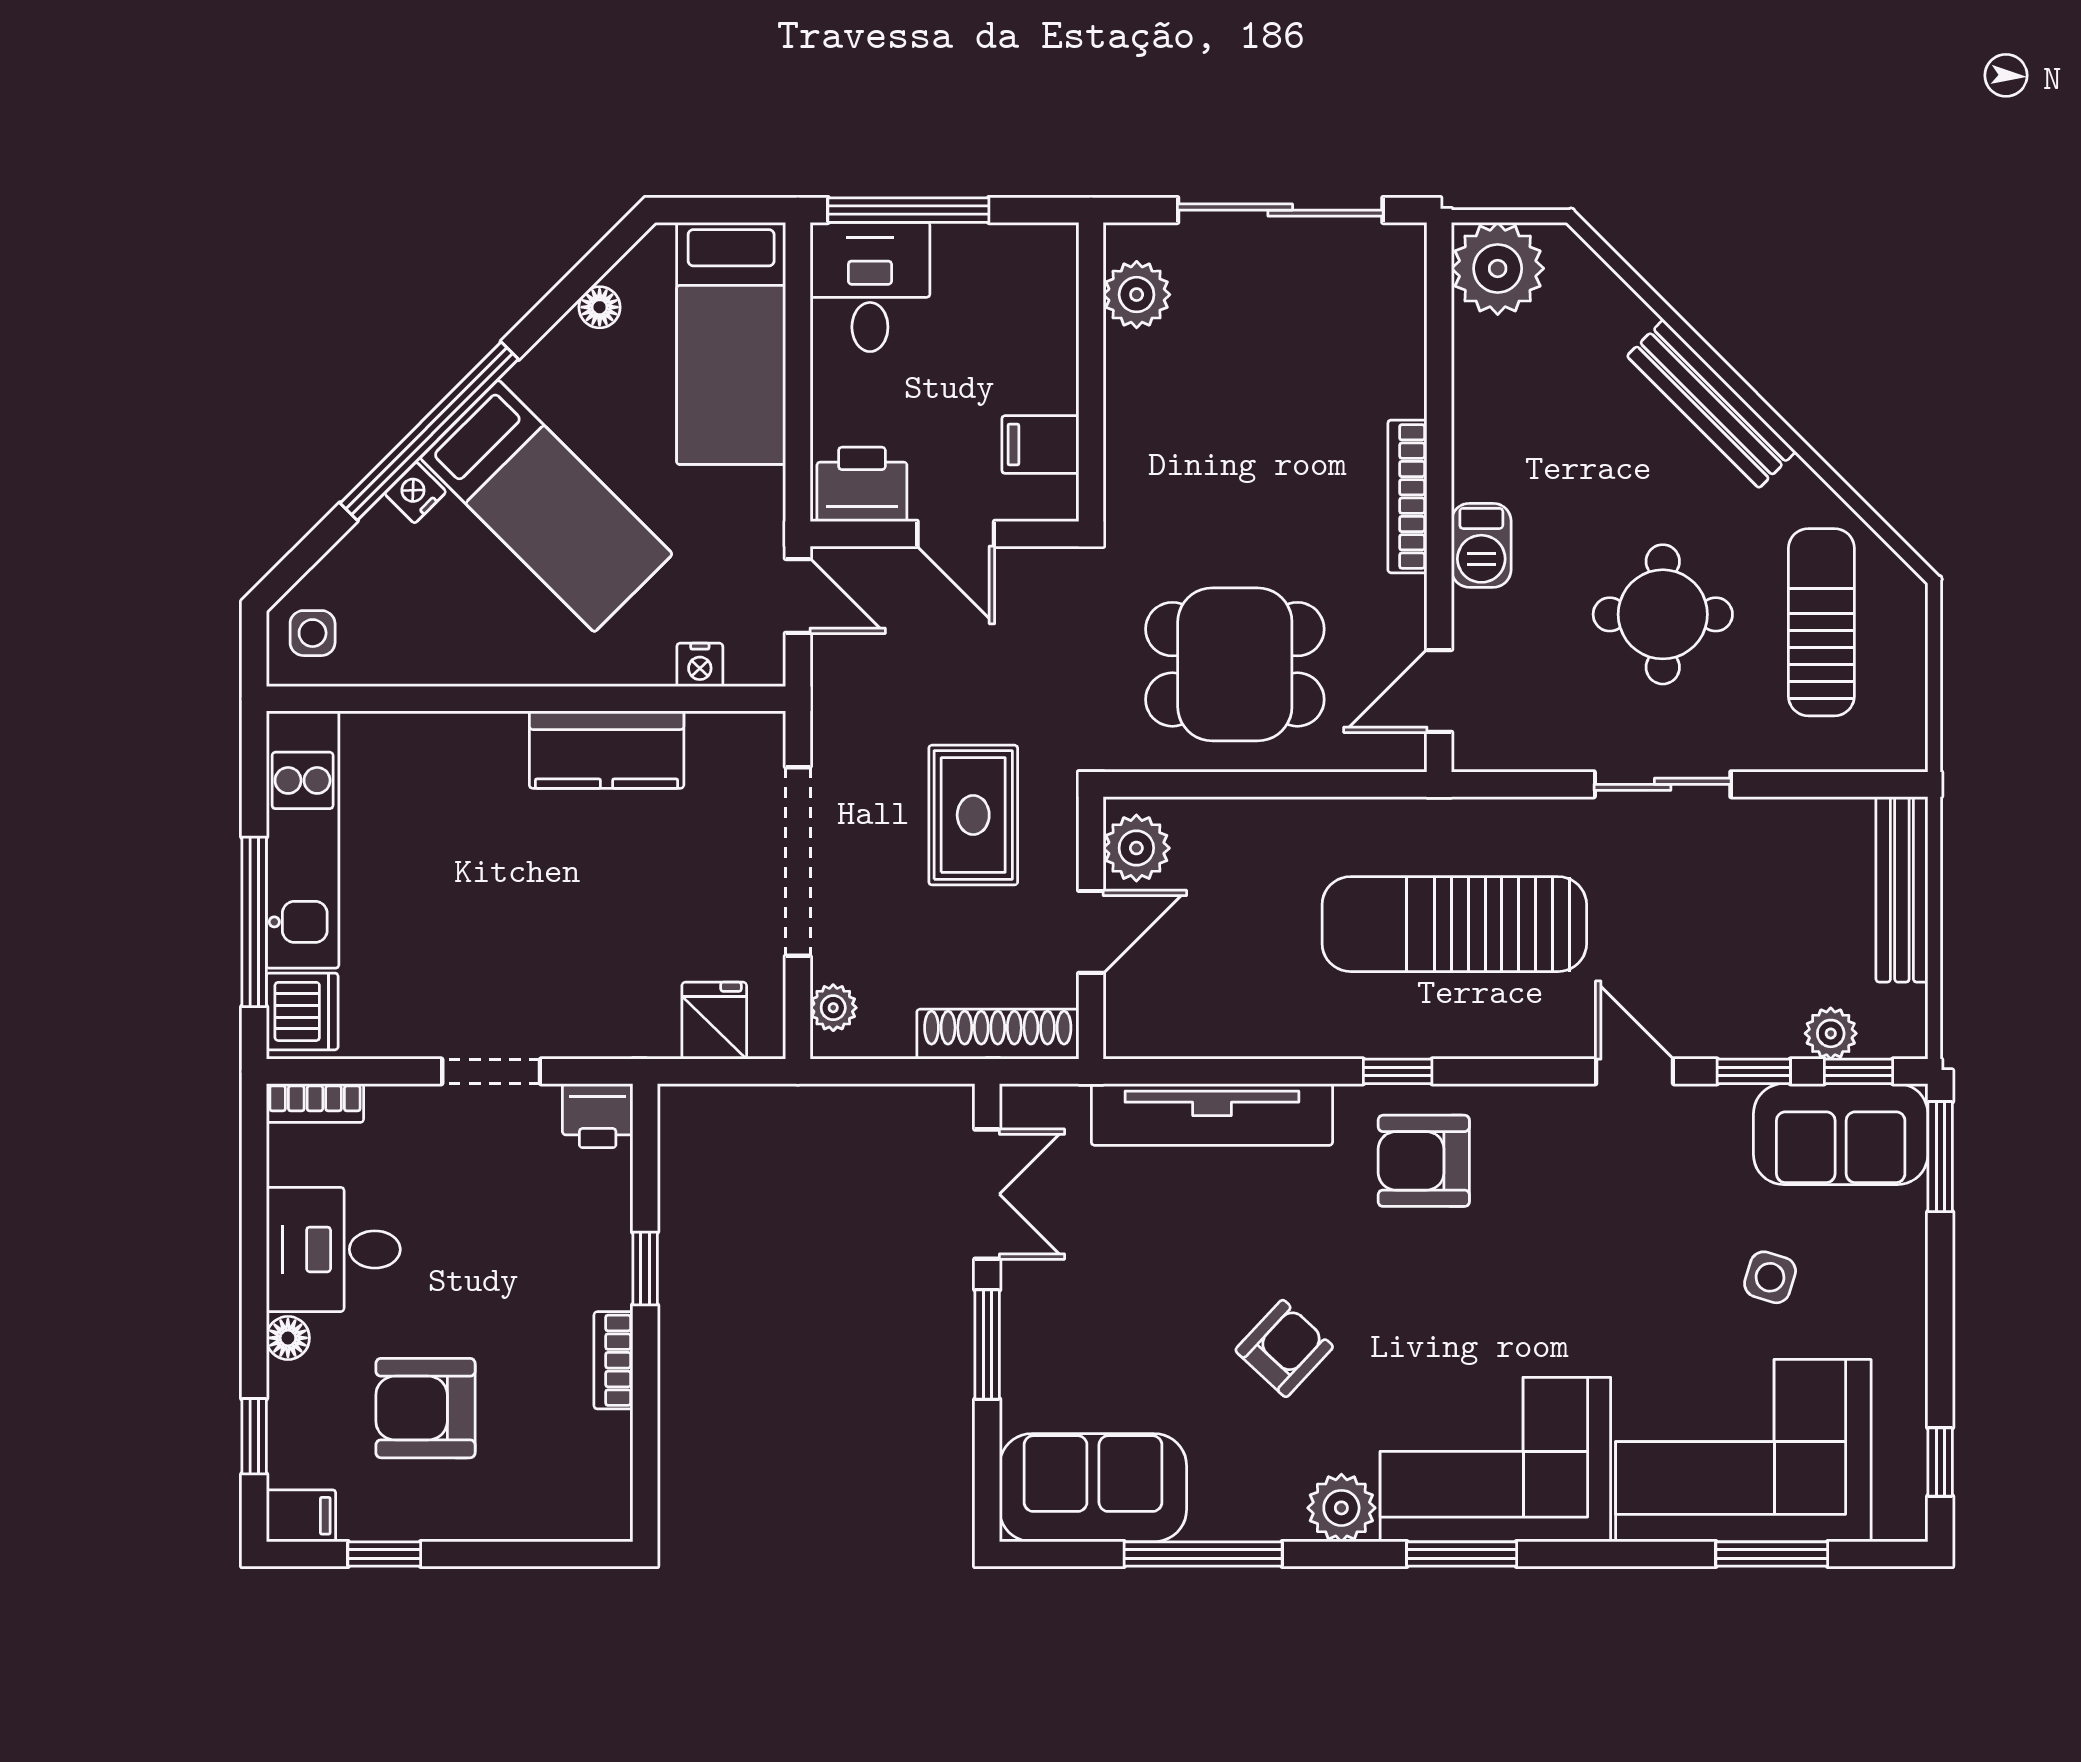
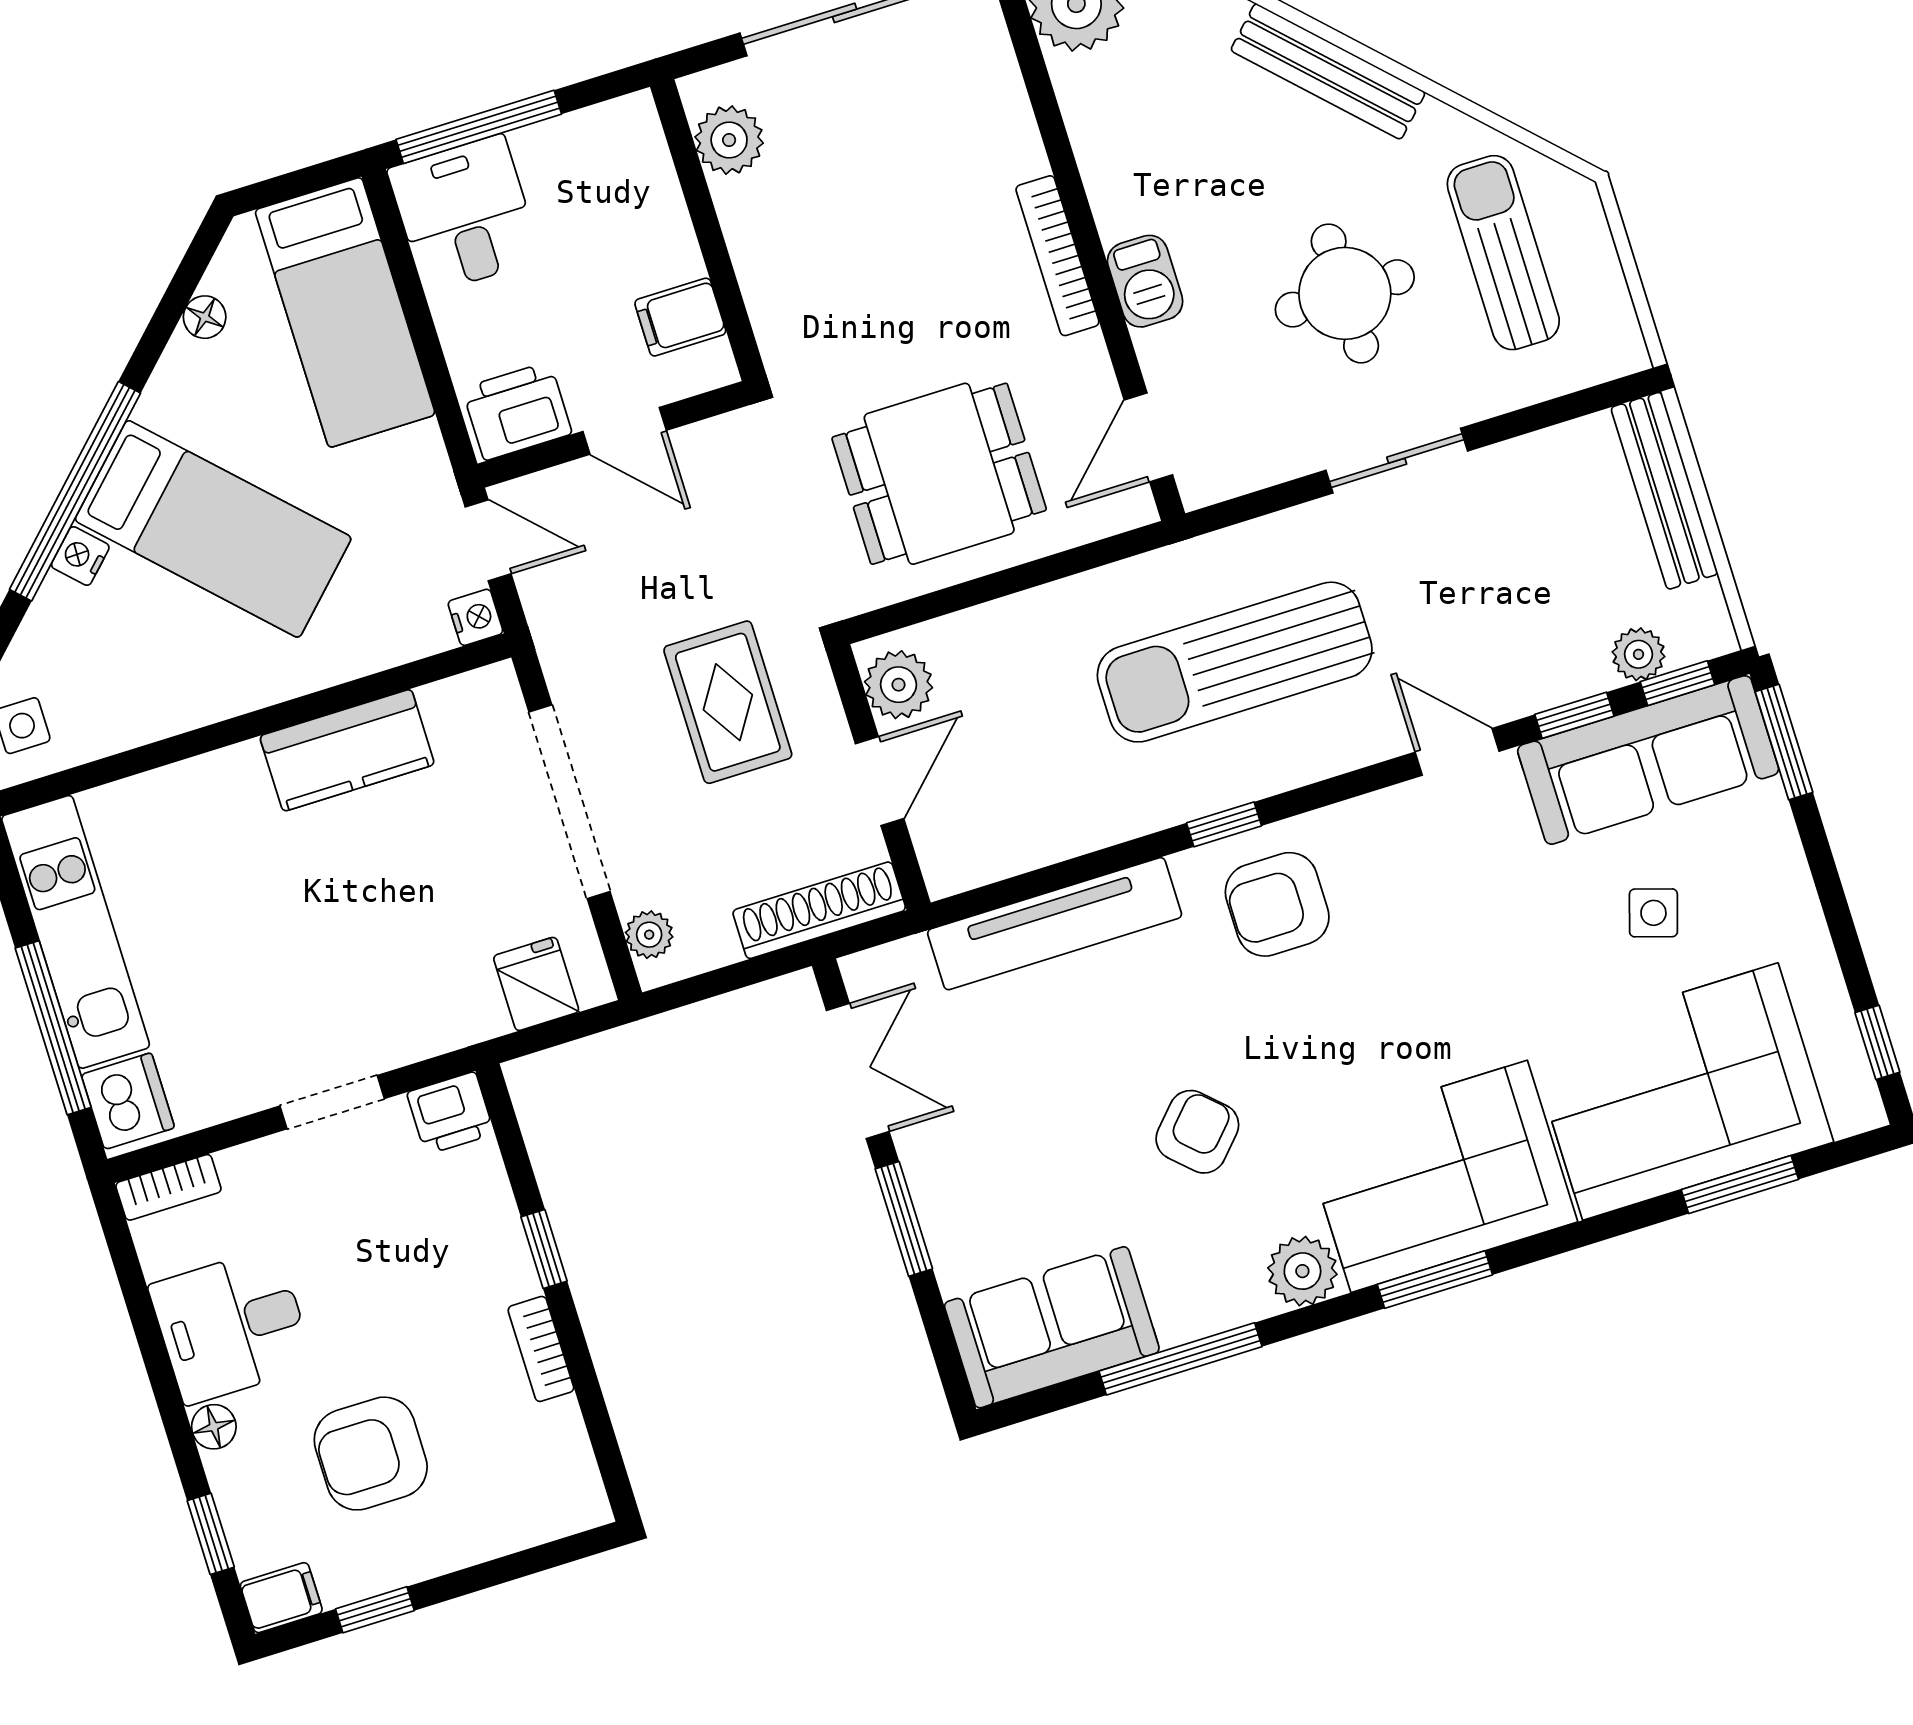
nightstand: (700, 665) -> (475, 617), moved, turned -90
sofa: (1841, 1134) -> (1648, 760), width x1.36

